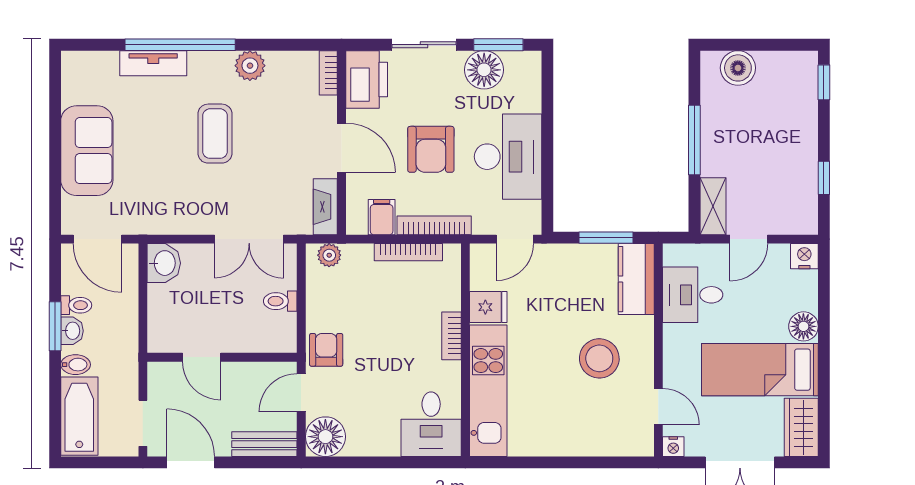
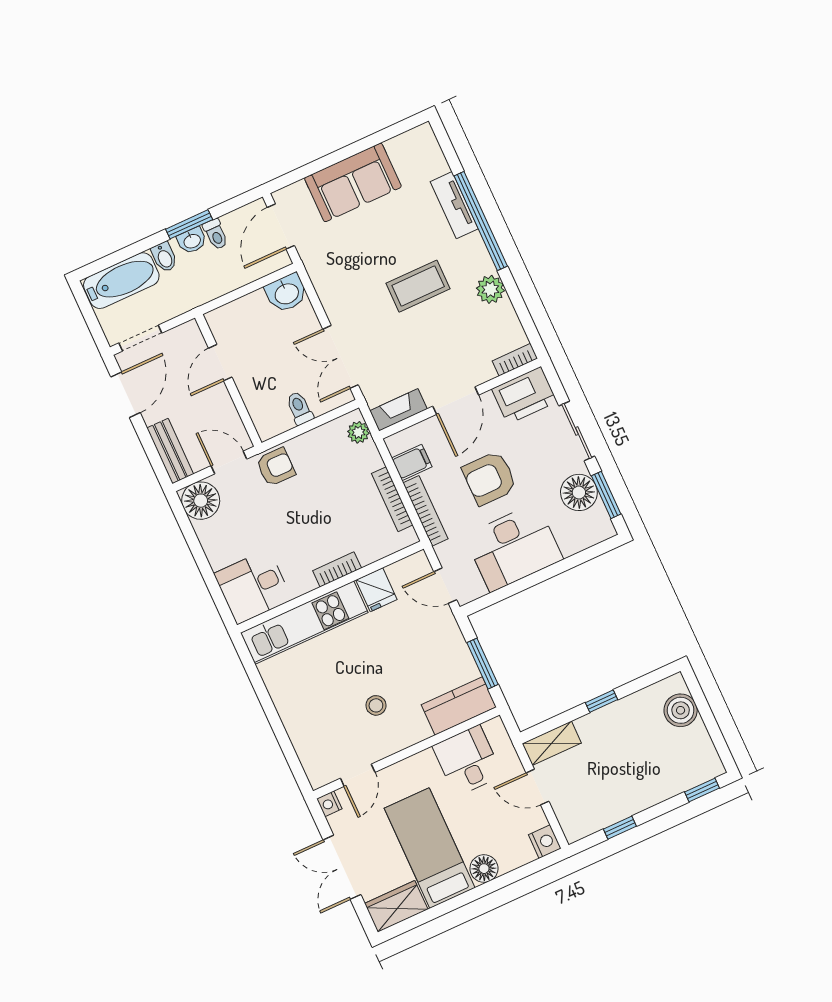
window: (694, 140) -> (601, 701), width x0.46
stool: (599, 358) -> (376, 705), width x0.53, depth x0.53

